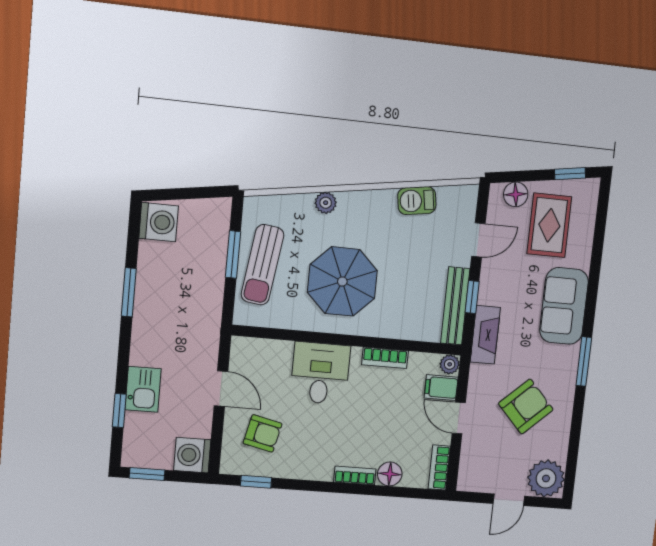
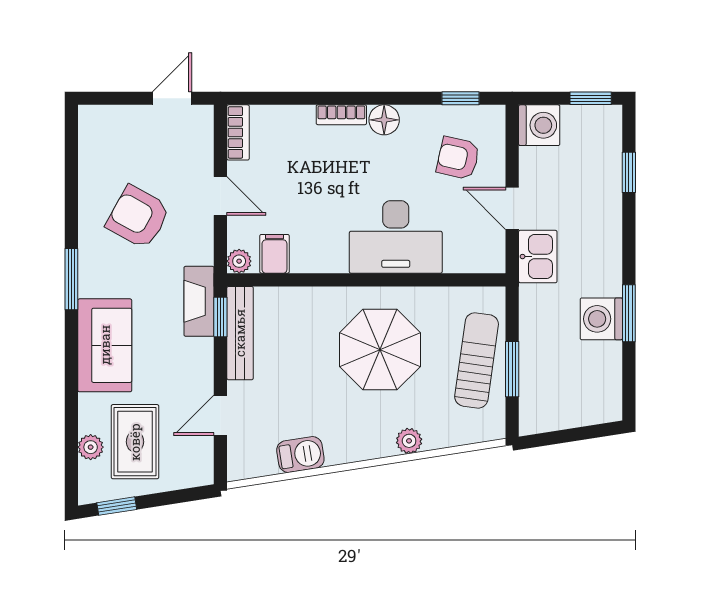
floor lamp: (516, 194) -> (181, 474), removed
washing machine: (159, 222) -> (601, 319), moved
window: (472, 297) -> (220, 317), moved
bookcase: (385, 358) -> (319, 262), removed
desk: (320, 373) -> (396, 237), width x1.37
filing cabinet: (441, 388) -> (274, 254), moved, turned -90
kitchen sink: (143, 389) -> (538, 257), moved, turned 180
armchair: (526, 406) -> (138, 217), turned 72
floor lamp: (390, 474) -> (384, 120), moved
plant: (546, 478) -> (91, 447), moved, width x0.53, depth x0.53
door: (509, 500) -> (172, 98), moved

